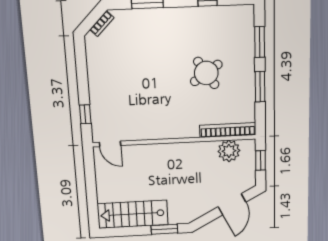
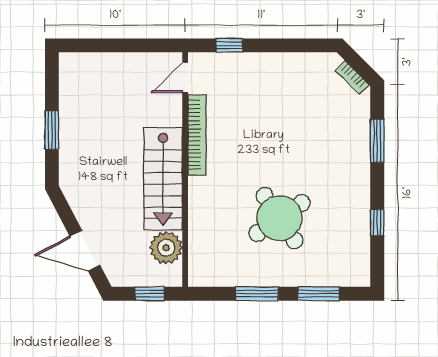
round table: (206, 73) -> (280, 218), width x1.36, depth x1.36
bookcase: (228, 130) -> (197, 135), moved
stairs: (133, 214) -> (163, 179), moved, turned 180
window: (164, 229) -> (52, 130), moved

